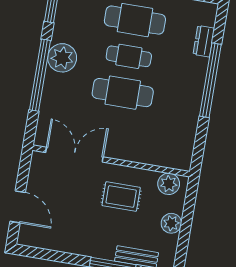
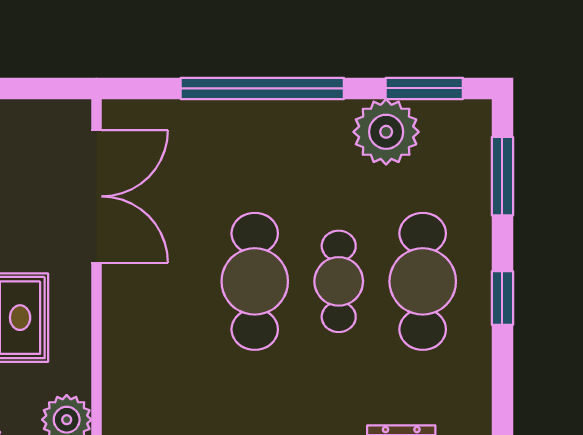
plant: (62, 58) -> (386, 132), moved

